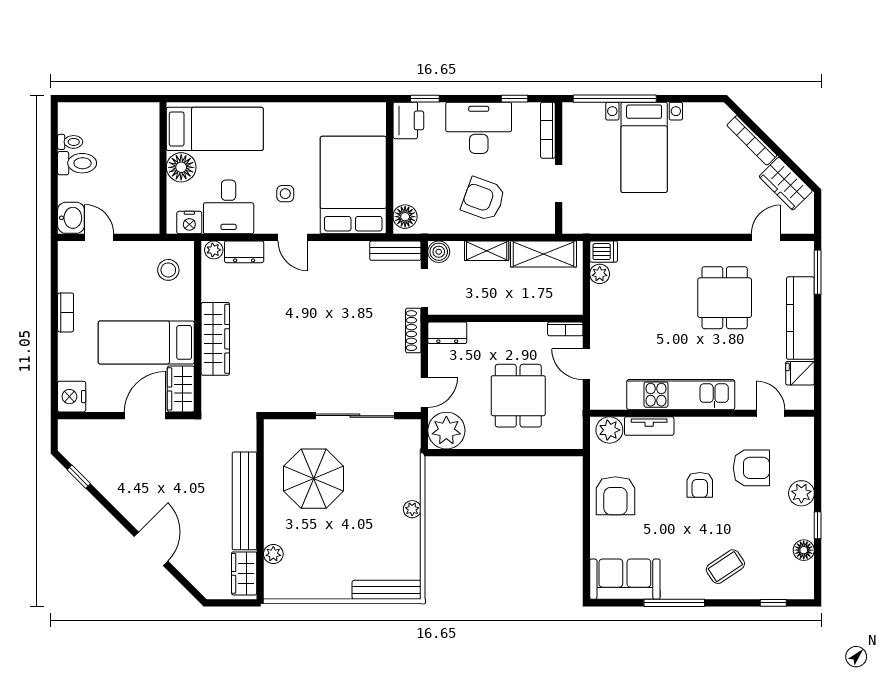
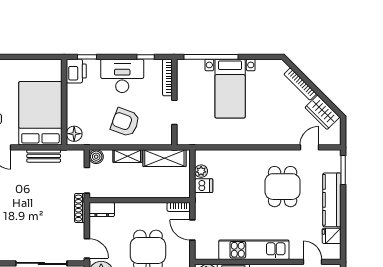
bench: (395, 251) -> (44, 156), moved
dishwasher: (604, 252) -> (204, 186), moved
door: (424, 392) -> (87, 248), hinge flipped

